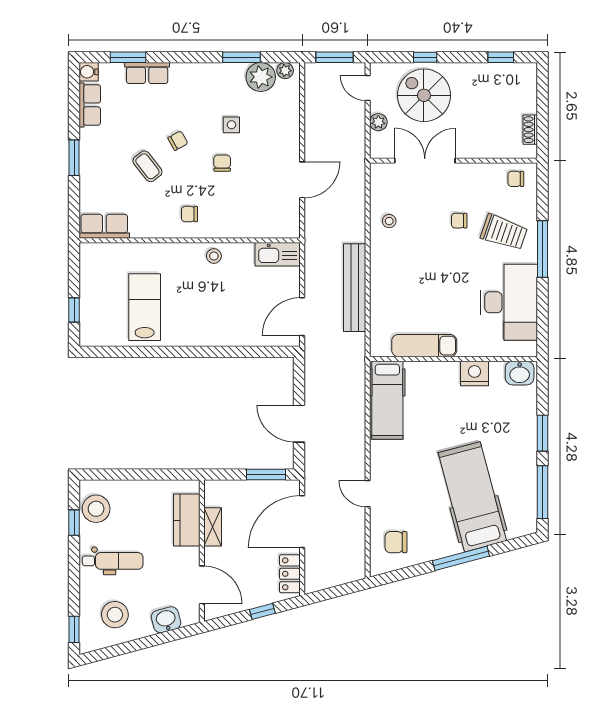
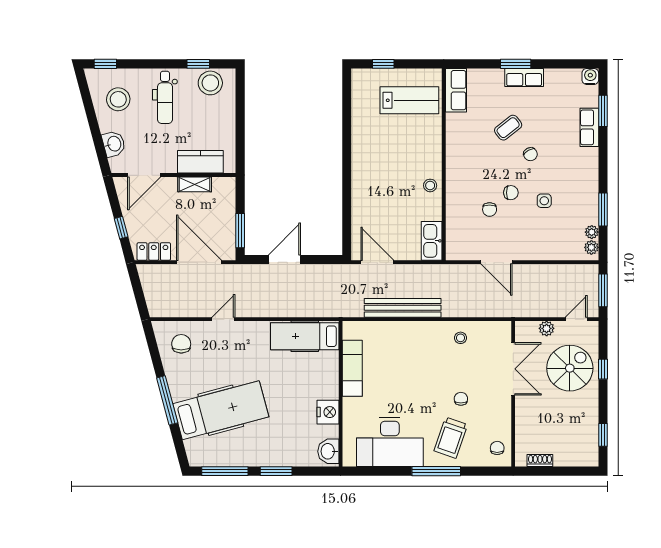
plant: (261, 77) -> (592, 232), width x0.53, depth x0.53
row of seats: (90, 105) -> (524, 77), moved
chair: (189, 214) -> (490, 209), moved, turned 180
lab bench: (145, 307) -> (409, 100), moved

